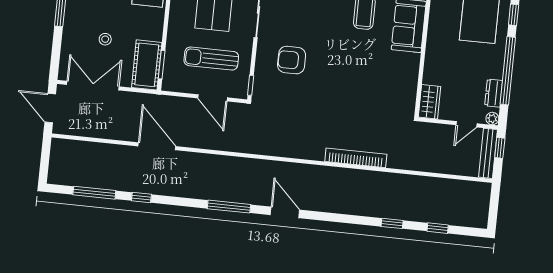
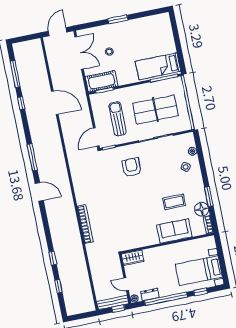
door: (213, 98) -> (96, 137), moved
door: (157, 146) -> (55, 103), hinge flipped
door: (285, 212) -> (39, 192), hinge flipped

